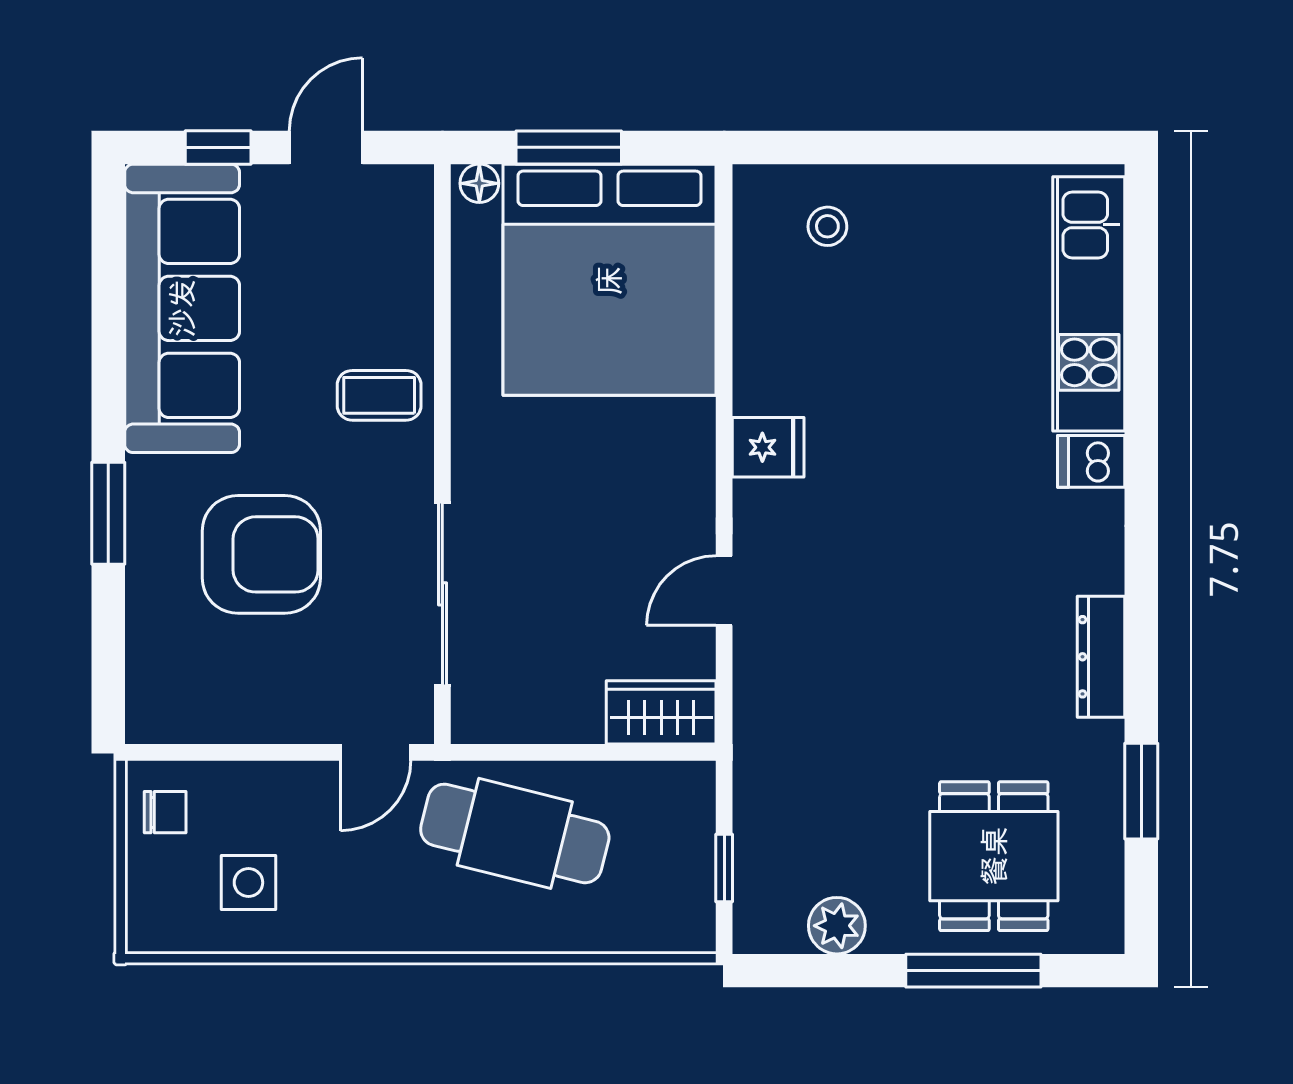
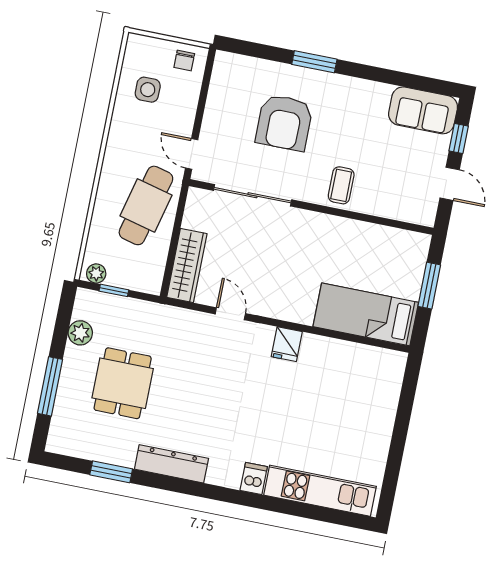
floor lamp: (479, 183) -> (422, 245), removed
stool: (827, 226) -> (374, 388), removed
bed: (609, 280) -> (366, 314), width x0.49
sofa: (182, 308) -> (423, 110), width x0.54, depth x0.79
dresser: (1101, 657) -> (171, 464), width x1.37, depth x1.24
wardrobe: (661, 712) -> (187, 266), width x1.50
dining table: (994, 856) -> (123, 383), moved, turned 90
plant: (693, 916) -> (96, 273), added

